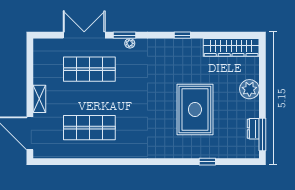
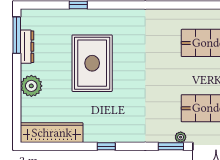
plant: (130, 43) -> (181, 137), moved
dresser: (253, 129) -> (27, 47), width x1.44

